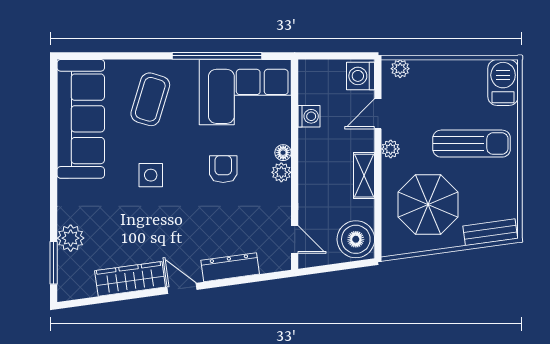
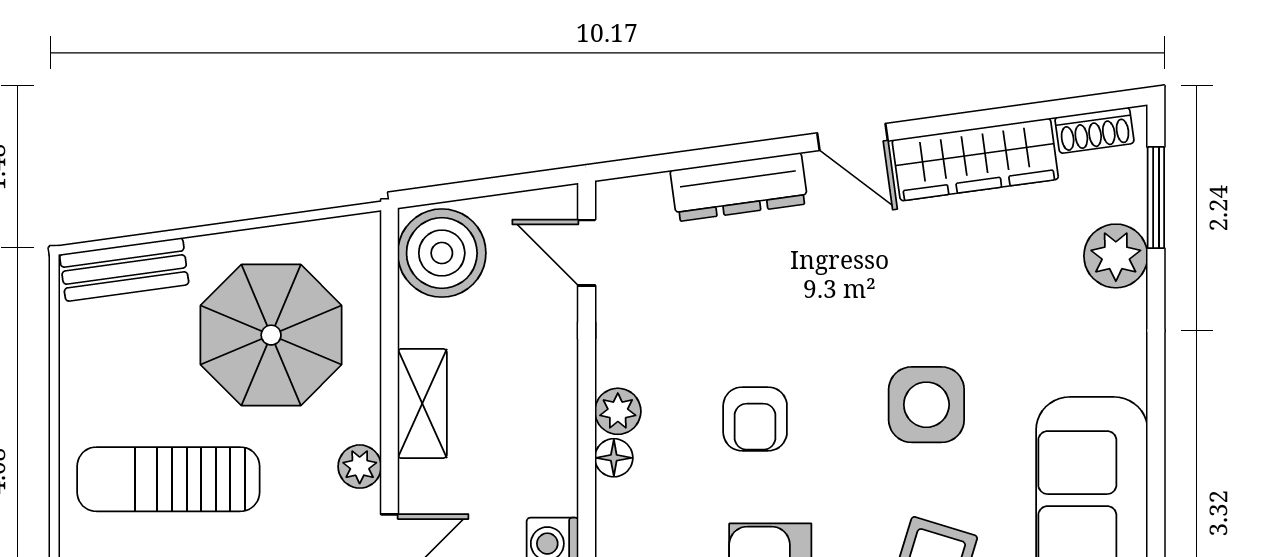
side table: (151, 175) -> (926, 405), width x1.37, depth x1.37
shoe rack: (80, 291) -> (1094, 130), added

